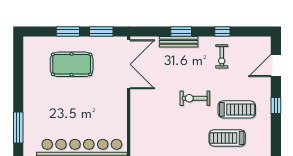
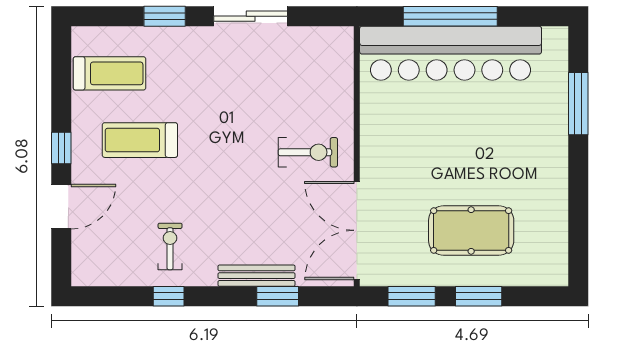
window: (181, 32) -> (278, 296), moved
door: (276, 66) -> (61, 207), moved
exercise bike: (195, 98) -> (308, 152), moved
treadmill: (227, 138) -> (109, 73), moved

